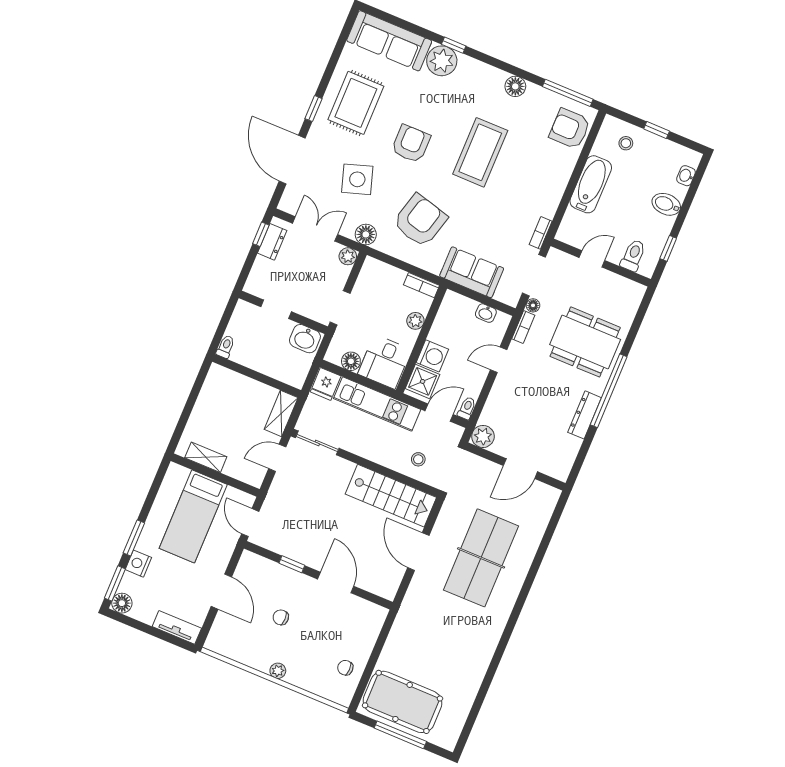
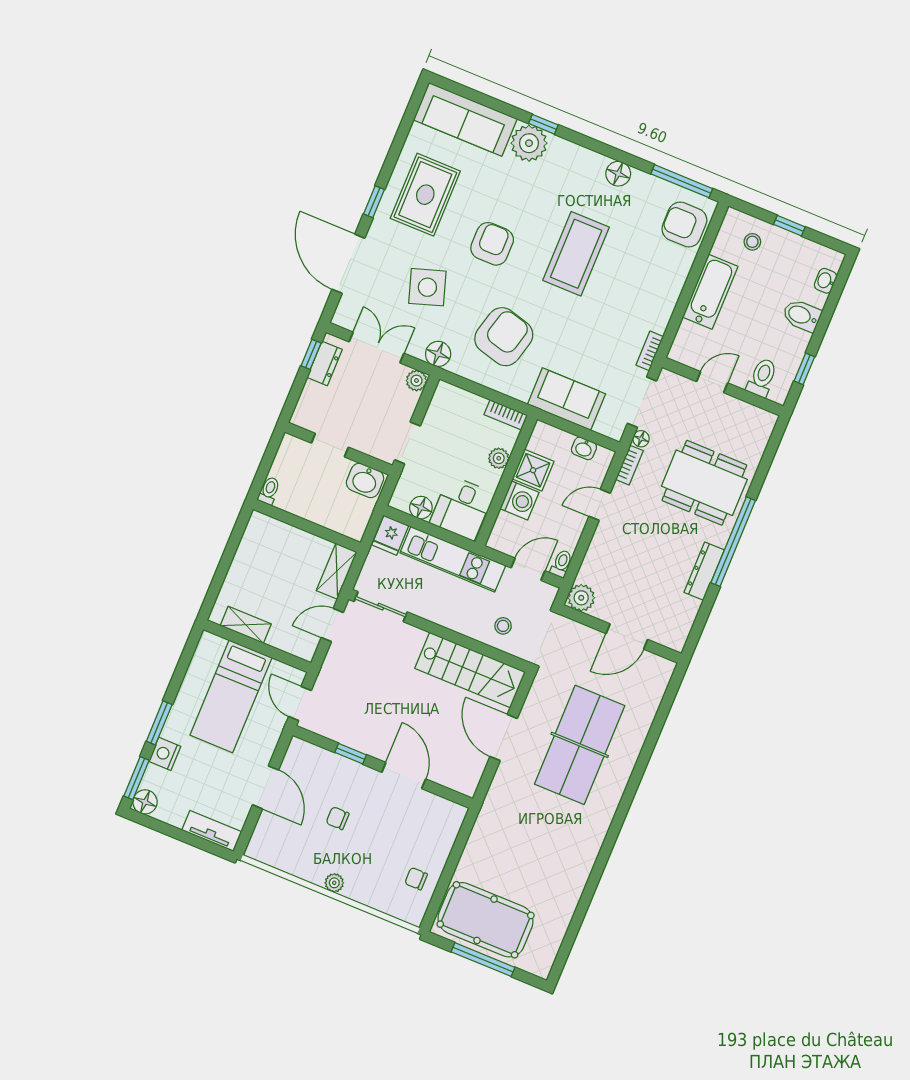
shower: (423, 381) -> (533, 470), moved

